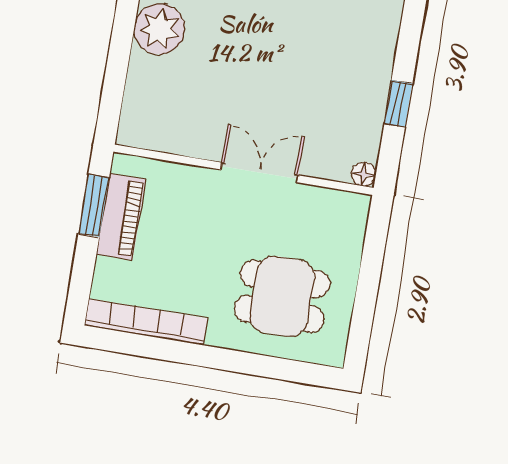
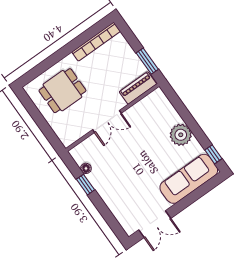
floor lamp: (364, 174) -> (86, 168), moved
piano: (121, 217) -> (138, 88), moved, turned 90

